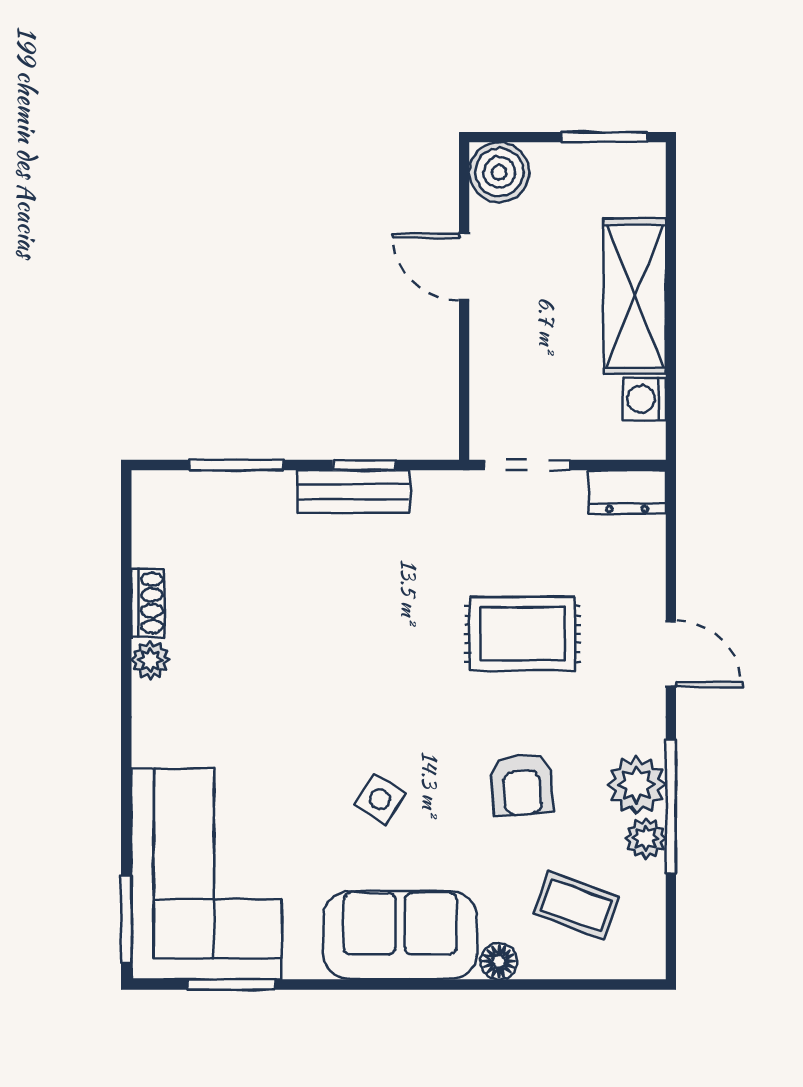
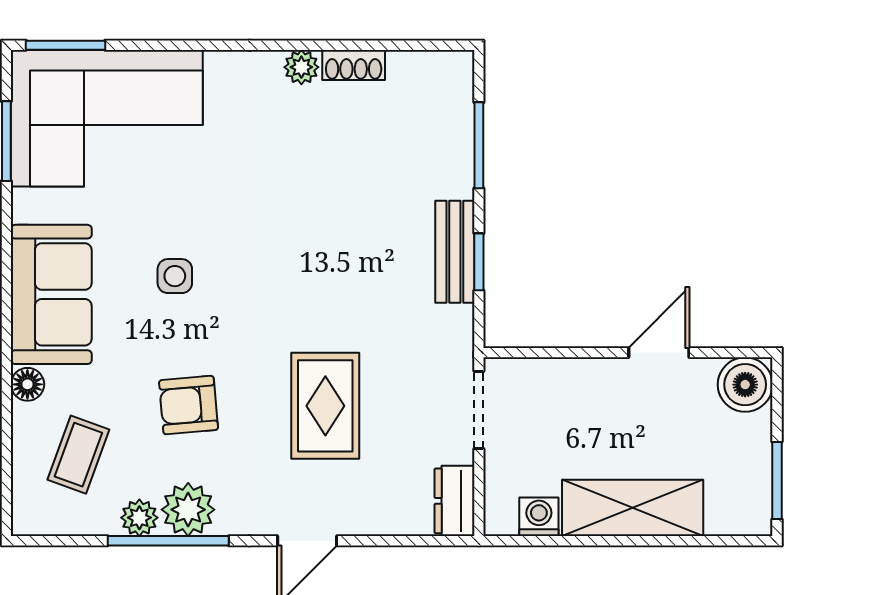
side table: (380, 799) -> (175, 276), turned -32

